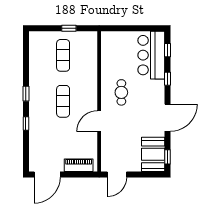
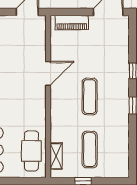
shelving: (92, 50) -> (56, 156), added
cafe table: (121, 92) -> (31, 151), moved, width x1.37, depth x1.35

